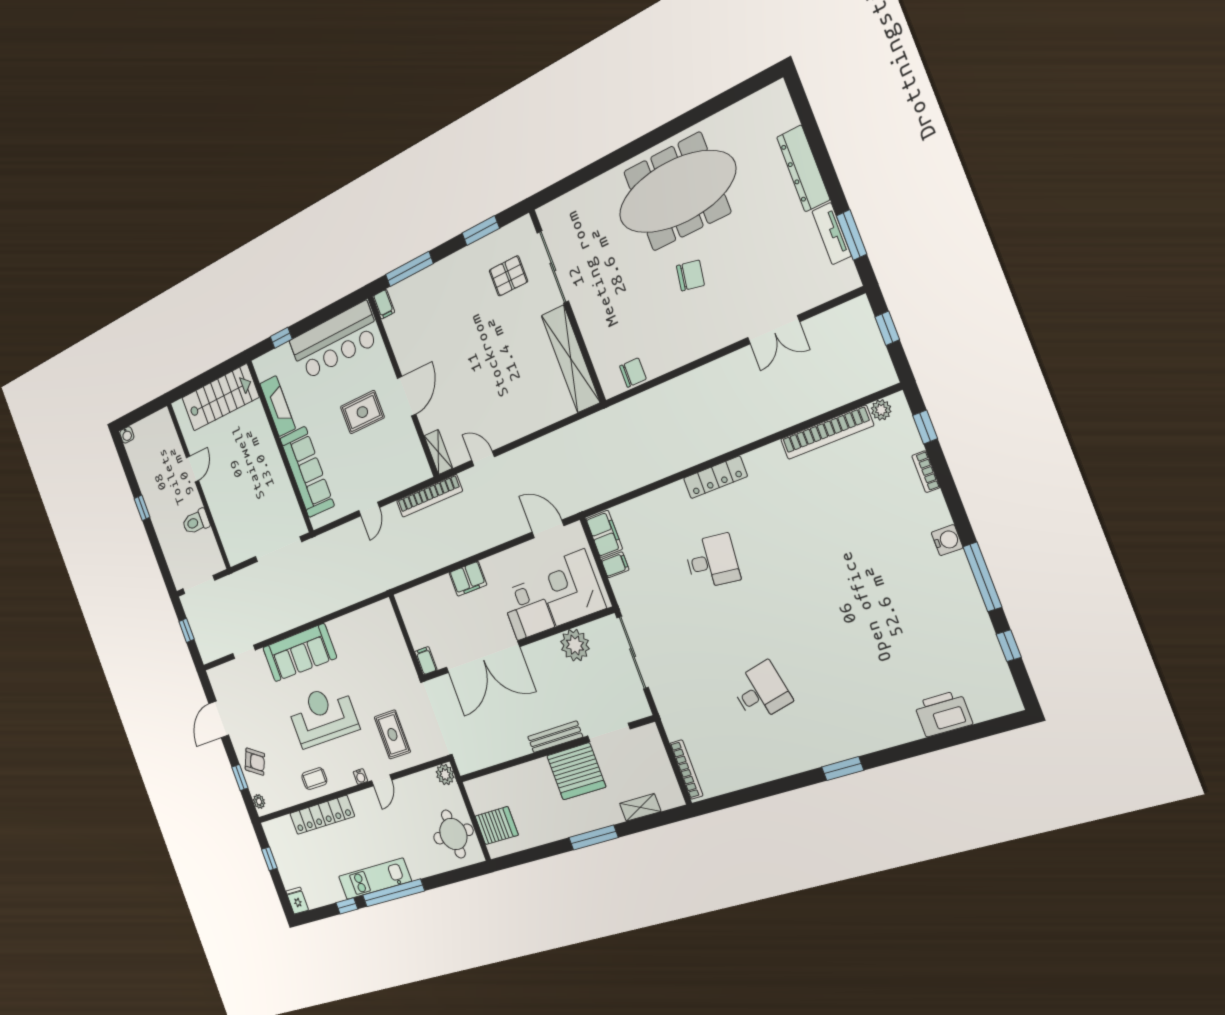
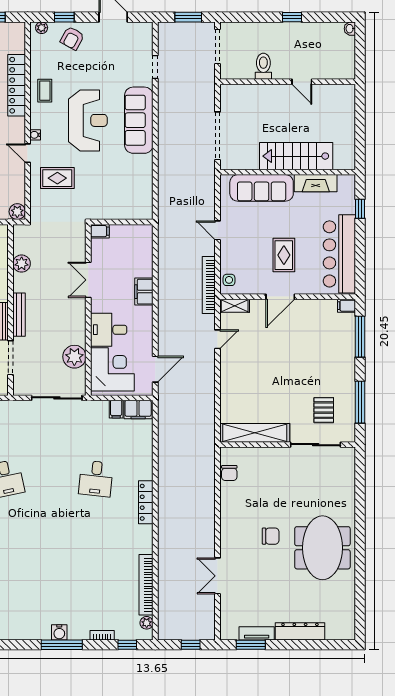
meeting table: (677, 192) -> (322, 548), width x0.73
window: (481, 231) -> (360, 402), width x1.44
chair: (690, 276) -> (271, 536), turned -100
door: (407, 396) -> (280, 297), hinge flipped
stairs: (220, 397) -> (296, 156), moved, turned 90
side table: (414, 472) -> (229, 280), added
window: (982, 577) -> (62, 645), moved
window: (187, 630) -> (188, 17), width x1.50
double door: (482, 657) -> (88, 280), width x0.54
plant: (498, 751) -> (22, 264), added

